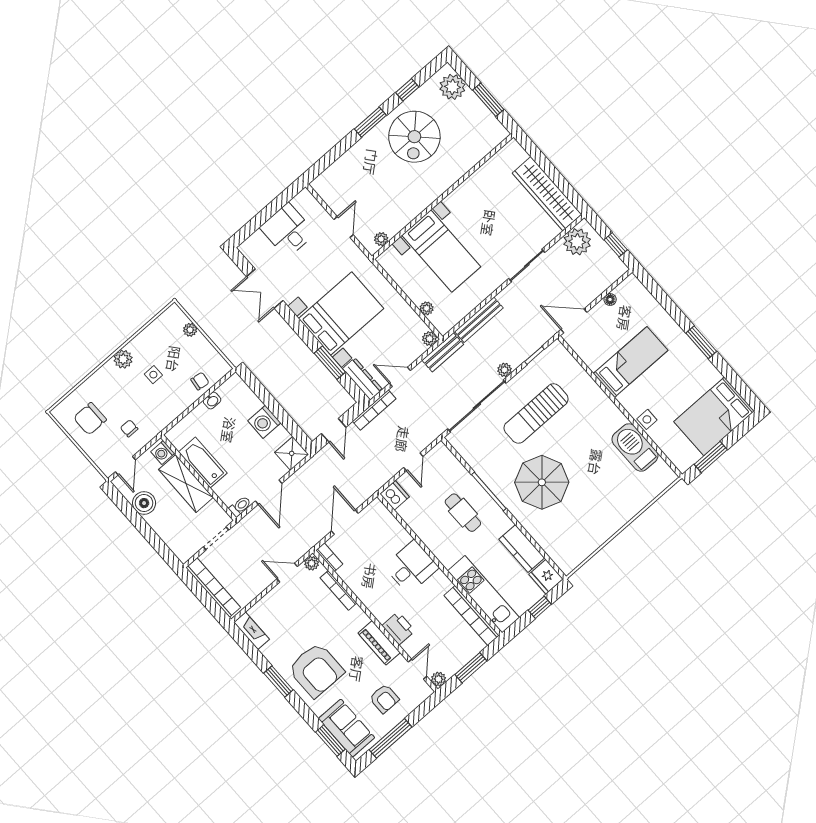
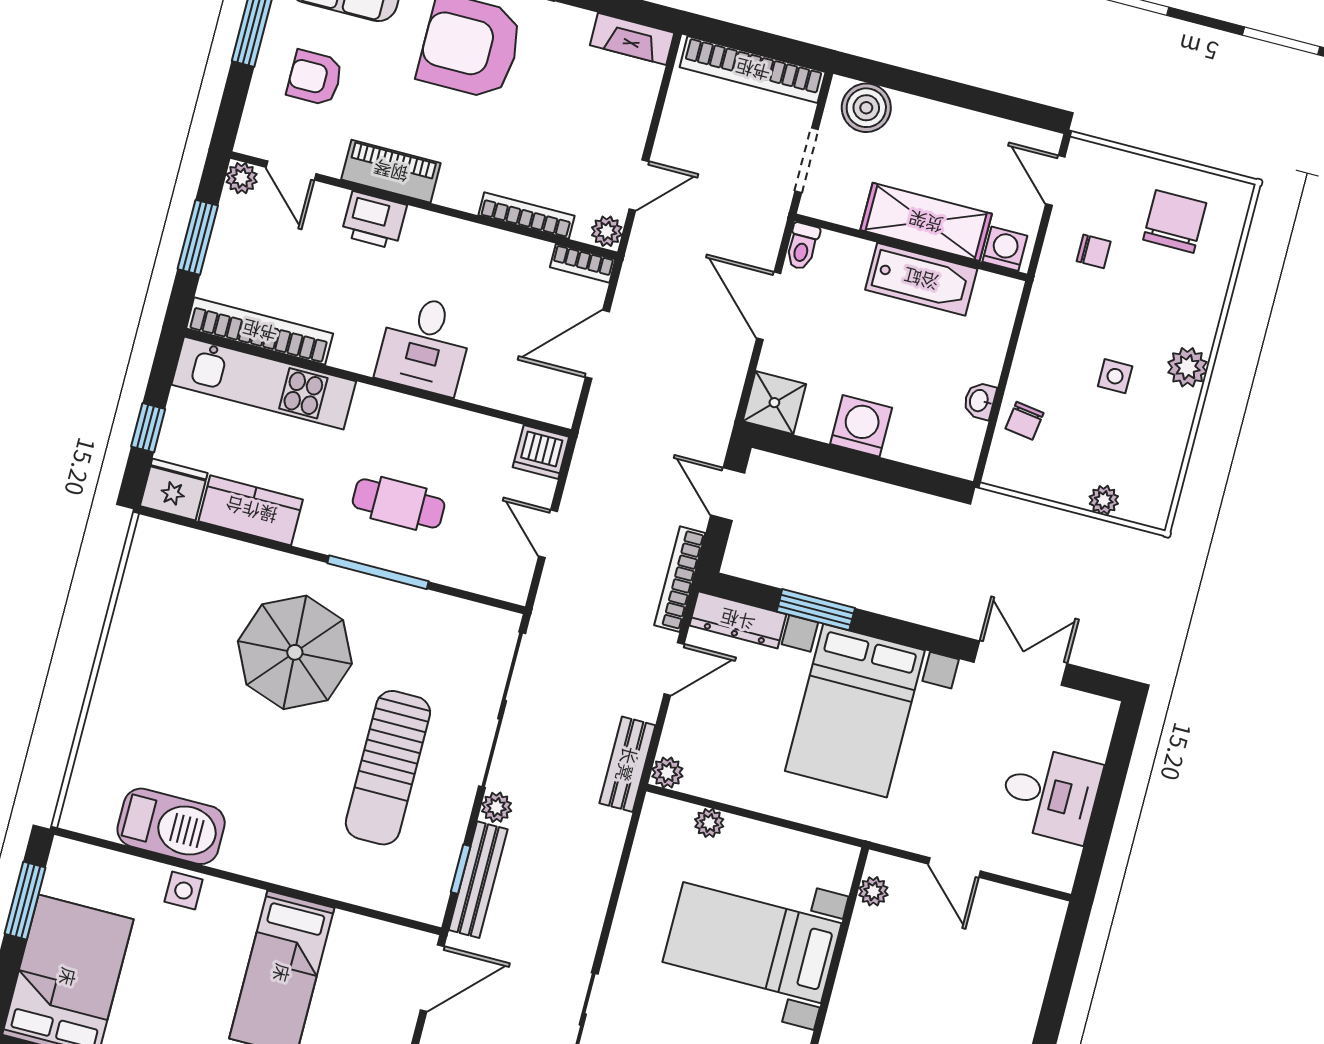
bench: (479, 320) -> (478, 880), moved
sun lounger: (536, 413) -> (388, 768), turned 180
boiler: (144, 503) -> (866, 108), moved
door: (345, 522) -> (597, 344), swing flipped

